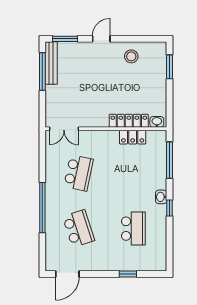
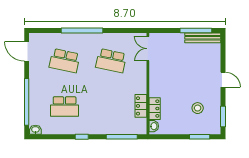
window: (65, 39) -> (223, 116), moved
stool: (131, 56) -> (198, 108), moved
locker: (129, 121) -> (155, 109), width x0.66
washbasin: (161, 197) -> (35, 130), moved
school desk: (78, 229) -> (65, 61), turned 30
window: (128, 274) -> (27, 102), width x3.17

